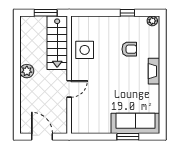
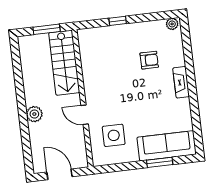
window: (127, 13) -> (118, 21), moved
side table: (85, 50) -> (114, 135), moved
plant: (27, 71) -> (34, 114), moved
door: (69, 89) -> (85, 115), swing flipped

